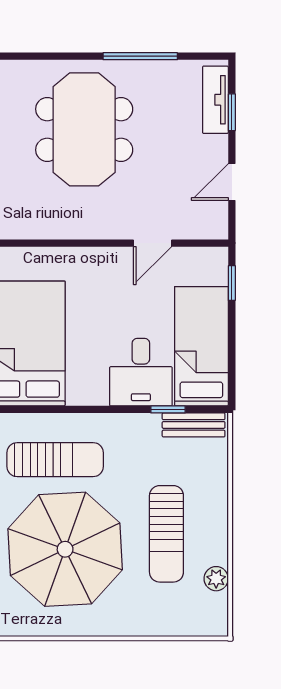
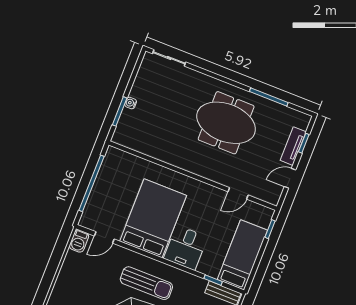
tv unit: (215, 100) -> (293, 146), moved
meeting table: (84, 129) -> (226, 123), turned 90
desk: (141, 372) -> (186, 248), moved

